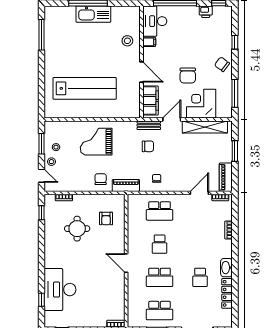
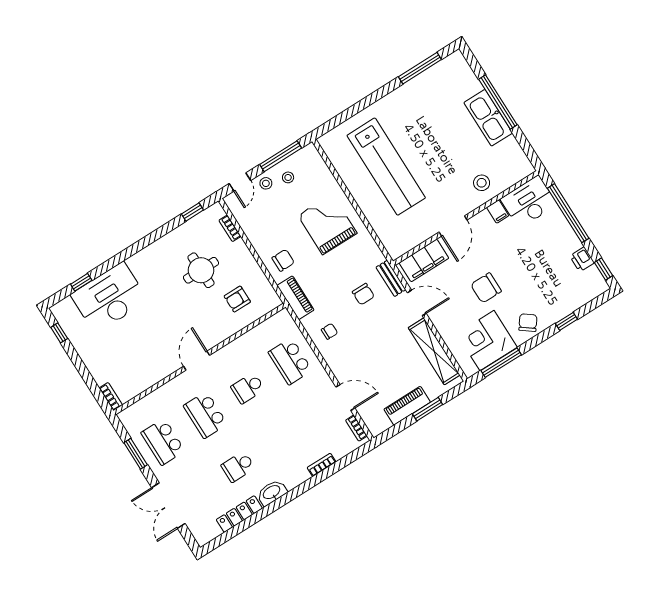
corner desk: (201, 104) -> (487, 341), moved, turned -90
window: (41, 144) -> (281, 156), width x1.44
piano: (226, 177) -> (407, 406), moved

